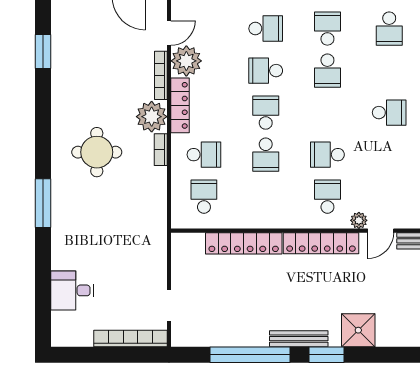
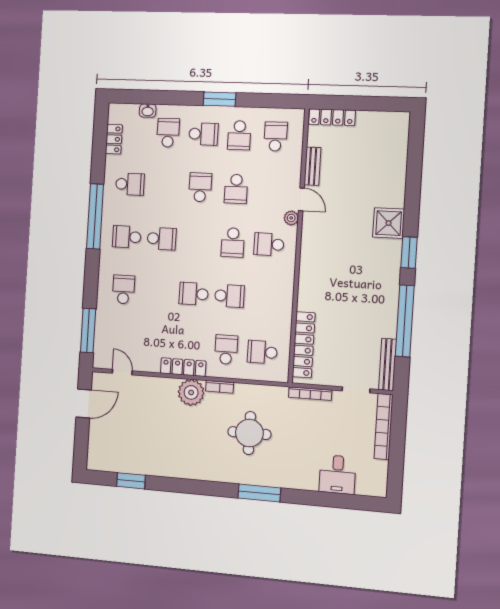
plant: (186, 61) -> (146, 359), removed
school desk: (266, 71) -> (236, 189), moved
bookcase: (161, 75) -> (310, 394), moved
round table: (97, 152) -> (249, 433), moved
locker: (244, 243) -> (304, 345), moved
locker: (321, 243) -> (309, 252), removed
bench: (299, 339) -> (388, 364), moved

